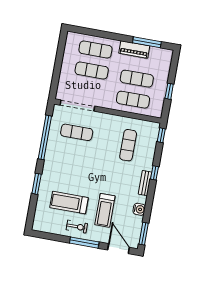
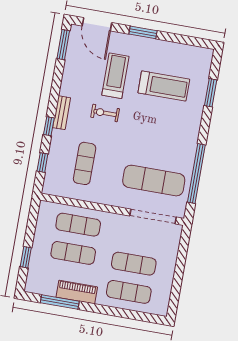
window: (169, 91) -> (26, 257), moved
exercise mat: (77, 132) -> (154, 181), width x1.36, depth x1.45
window: (161, 135) -> (42, 163), moved
window: (37, 184) -> (211, 93), moved
water cooler: (139, 209) -> (69, 77), removed
exercise bike: (77, 227) -> (105, 113), moved
window: (84, 243) -> (143, 32), width x0.69

